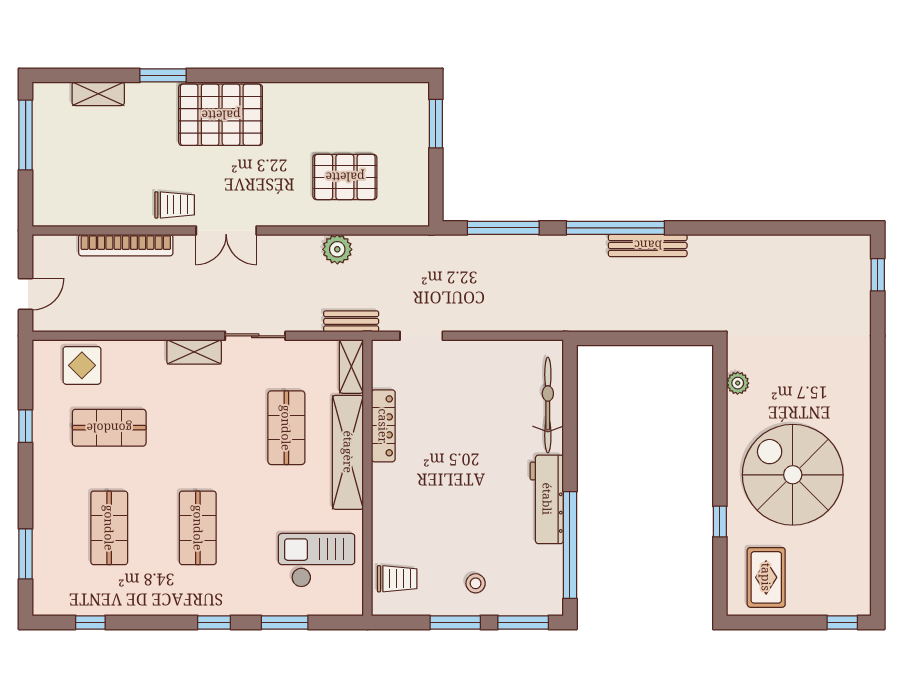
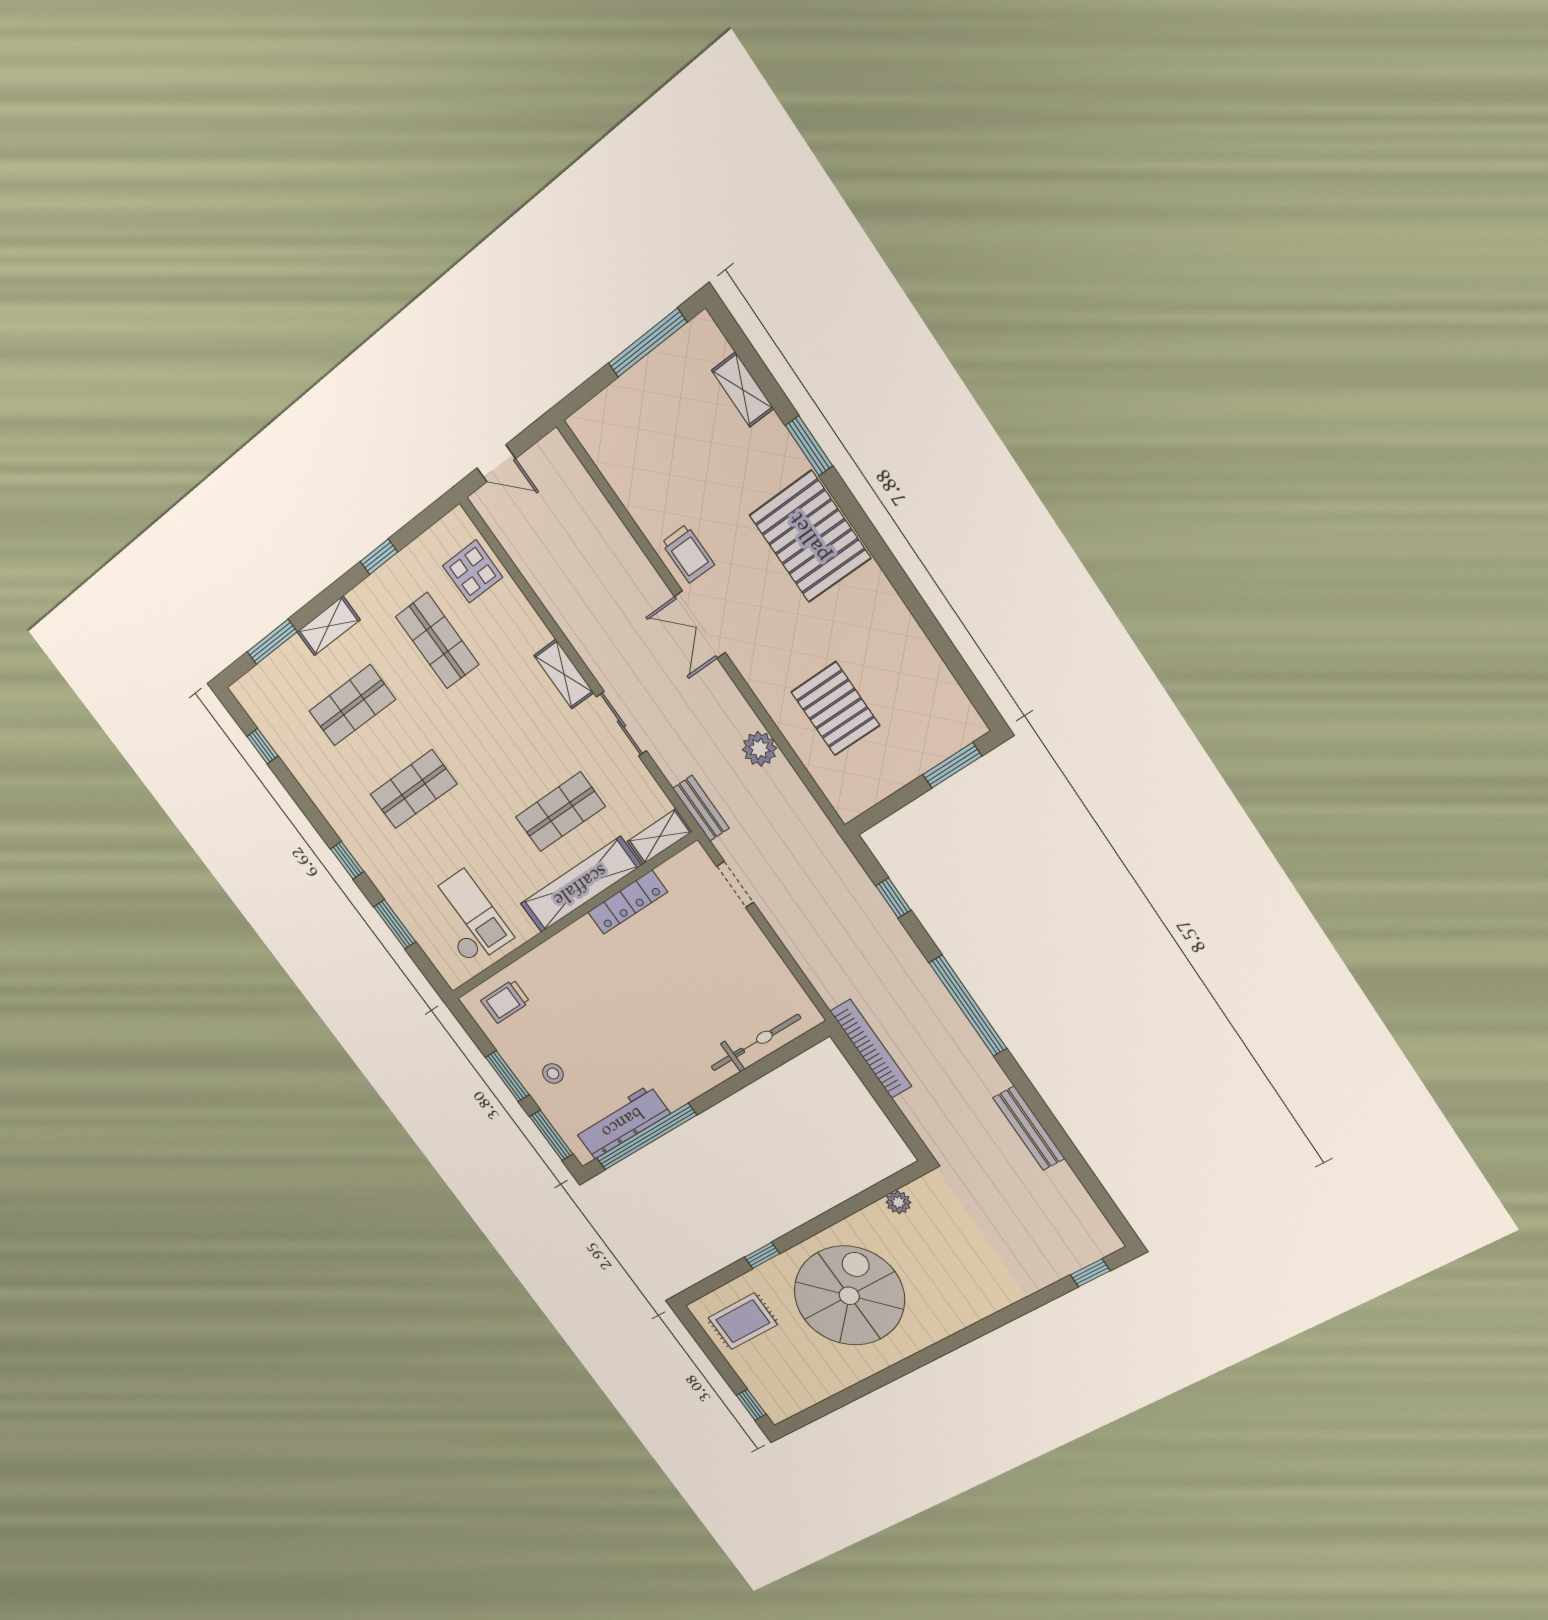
window: (503, 228) -> (893, 898), width x0.46
bookcase: (126, 245) -> (871, 1049), moved, turned 180
bench: (648, 245) -> (1029, 1128), moved
workbench: (547, 499) -> (622, 1122), moved
shelving: (44, 502) -> (329, 626), added
trolley: (397, 579) -> (505, 1001), turned 90

